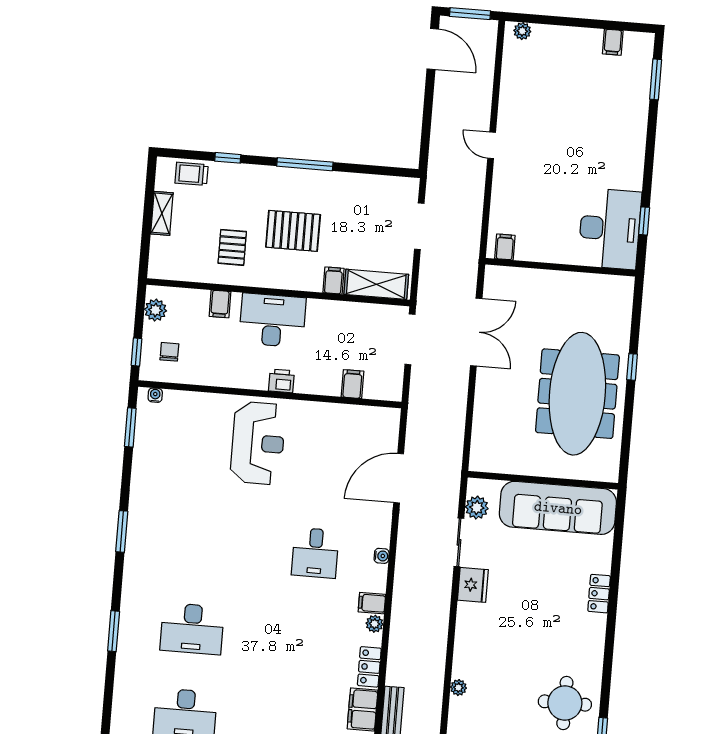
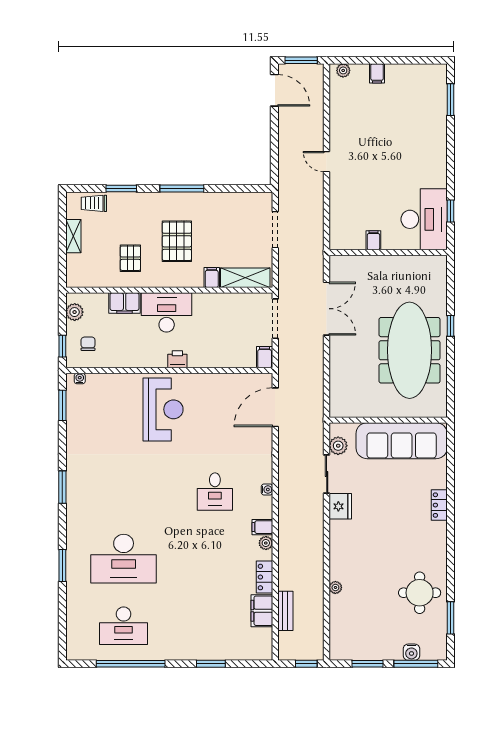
filing cabinet: (613, 42) -> (377, 73), moved
window: (228, 158) -> (121, 188), width x1.50
pallet: (293, 231) -> (177, 241), turned 90
filing cabinet: (505, 247) -> (373, 240), moved
filing cabinet: (220, 304) -> (125, 303), width x2.00
filing cabinet: (353, 384) -> (265, 357), moved
door: (399, 478) -> (275, 407), moved
desk: (192, 629) -> (124, 559), width x1.36, depth x1.30

